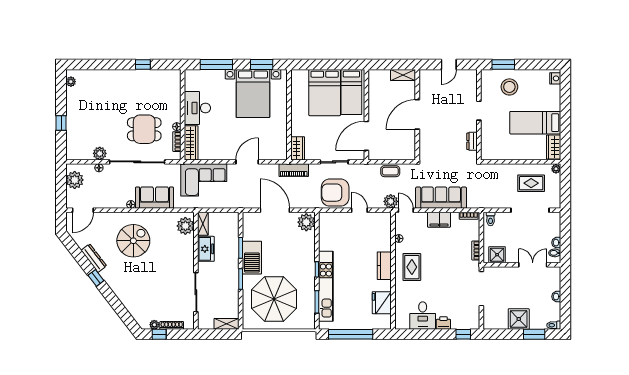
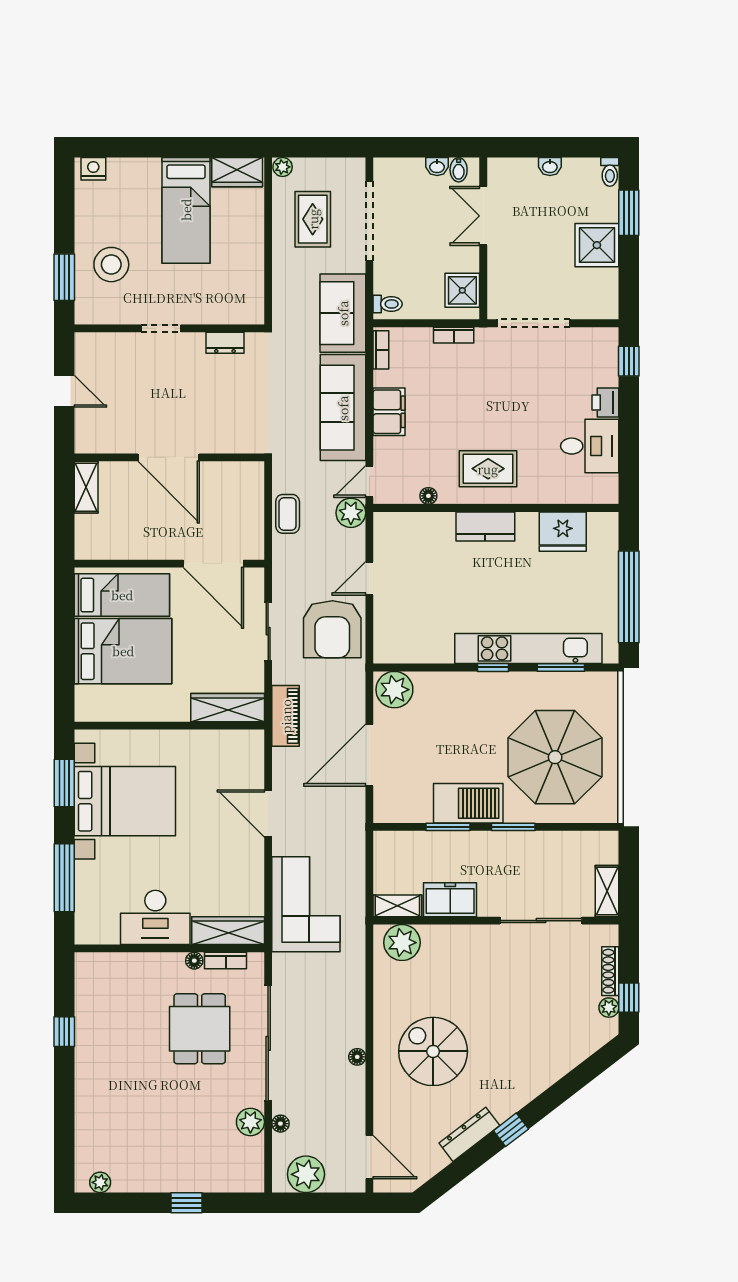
wardrobe: (298, 148) -> (228, 708), width x1.50
sofa: (154, 198) -> (343, 313), moved
shelving: (227, 324) -> (607, 891), moved

